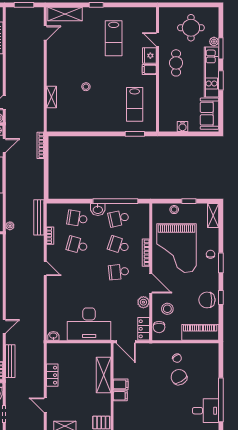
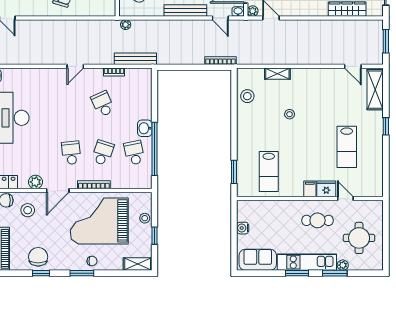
lab bench: (114, 38) -> (347, 147), turned -90
door: (157, 39) -> (345, 199), hinge flipped
lab bench: (135, 104) -> (269, 172), turned -90
stool: (71, 122) -> (247, 96), added
school desk: (77, 218) -> (134, 104), removed
school desk: (77, 245) -> (103, 104), turned -39

